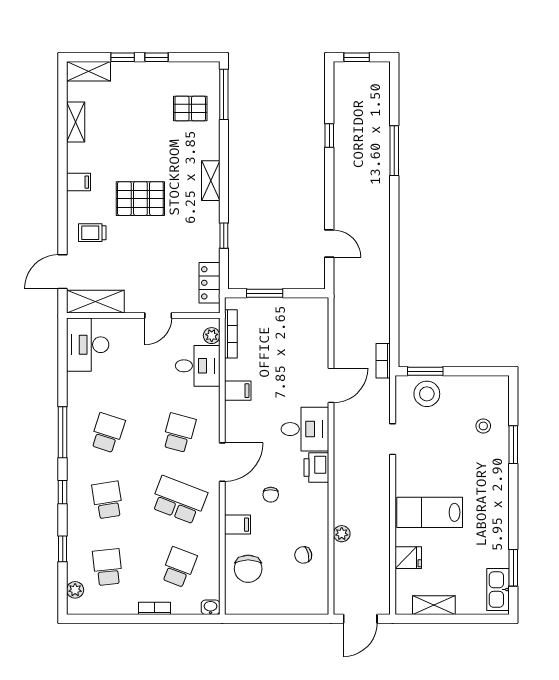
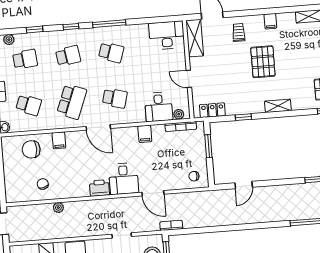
chair: (271, 495) -> (194, 176), moved

